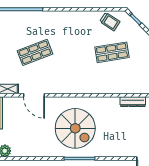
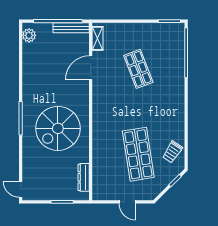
shop shelf: (112, 52) -> (138, 154), width x1.43, depth x1.36
spiral stairs: (75, 128) -> (58, 128), moved

